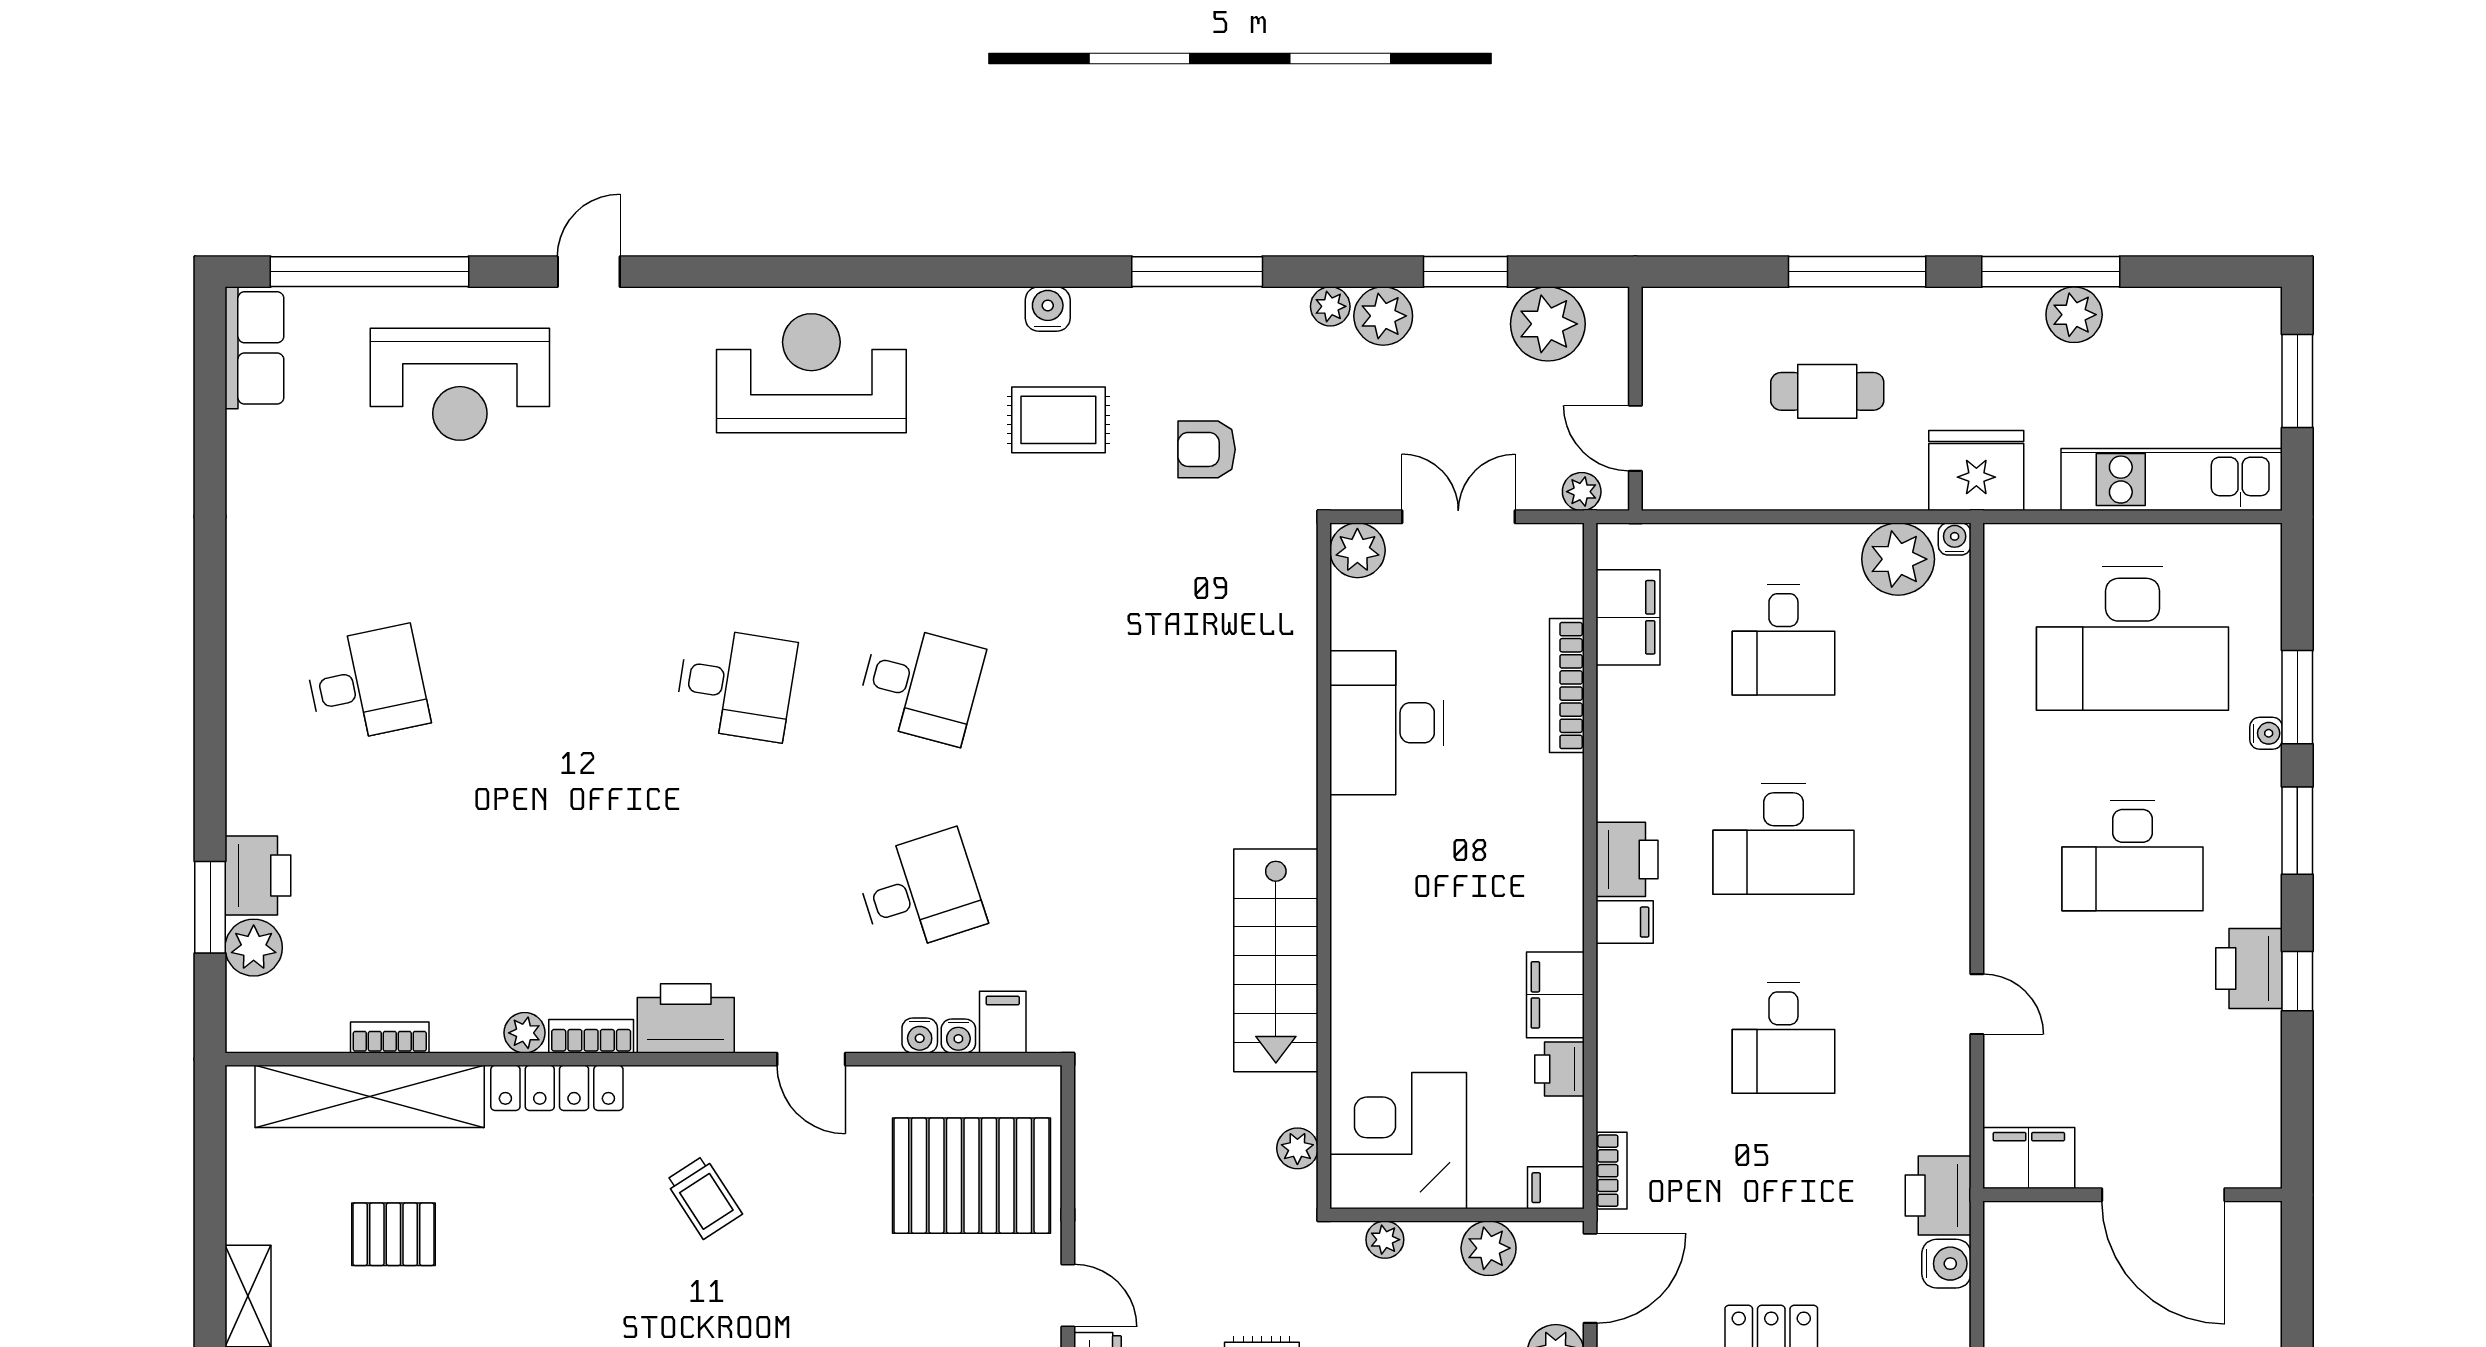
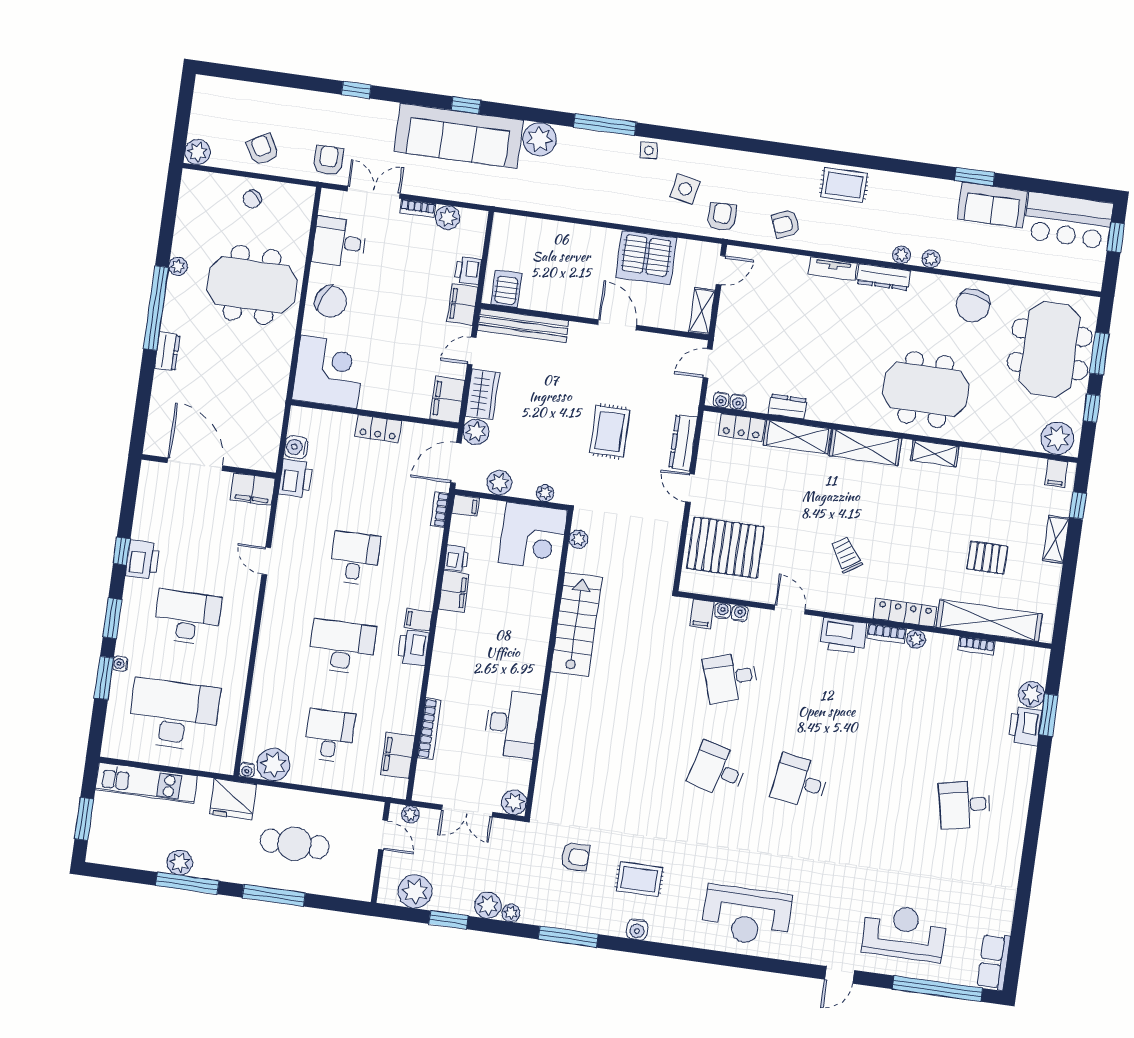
cafe table: (1827, 391) -> (295, 844), width x1.37, depth x1.35

